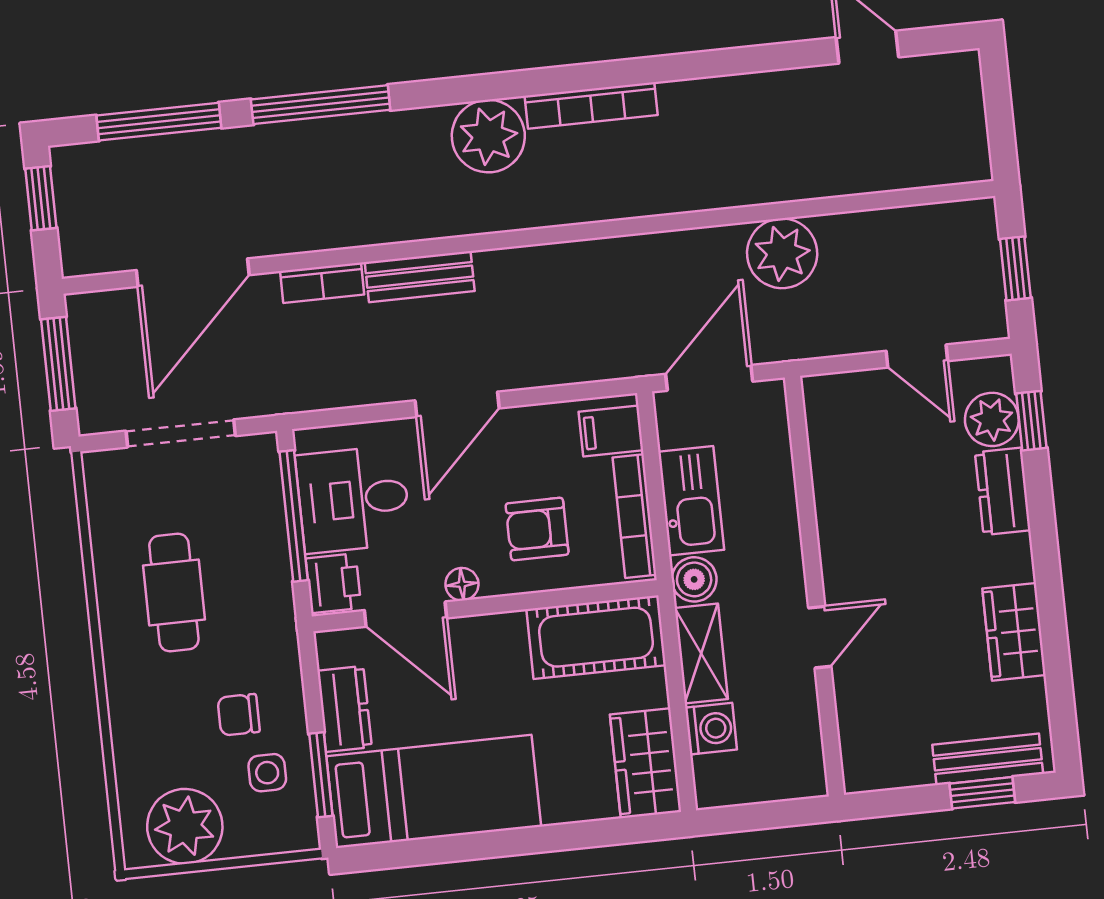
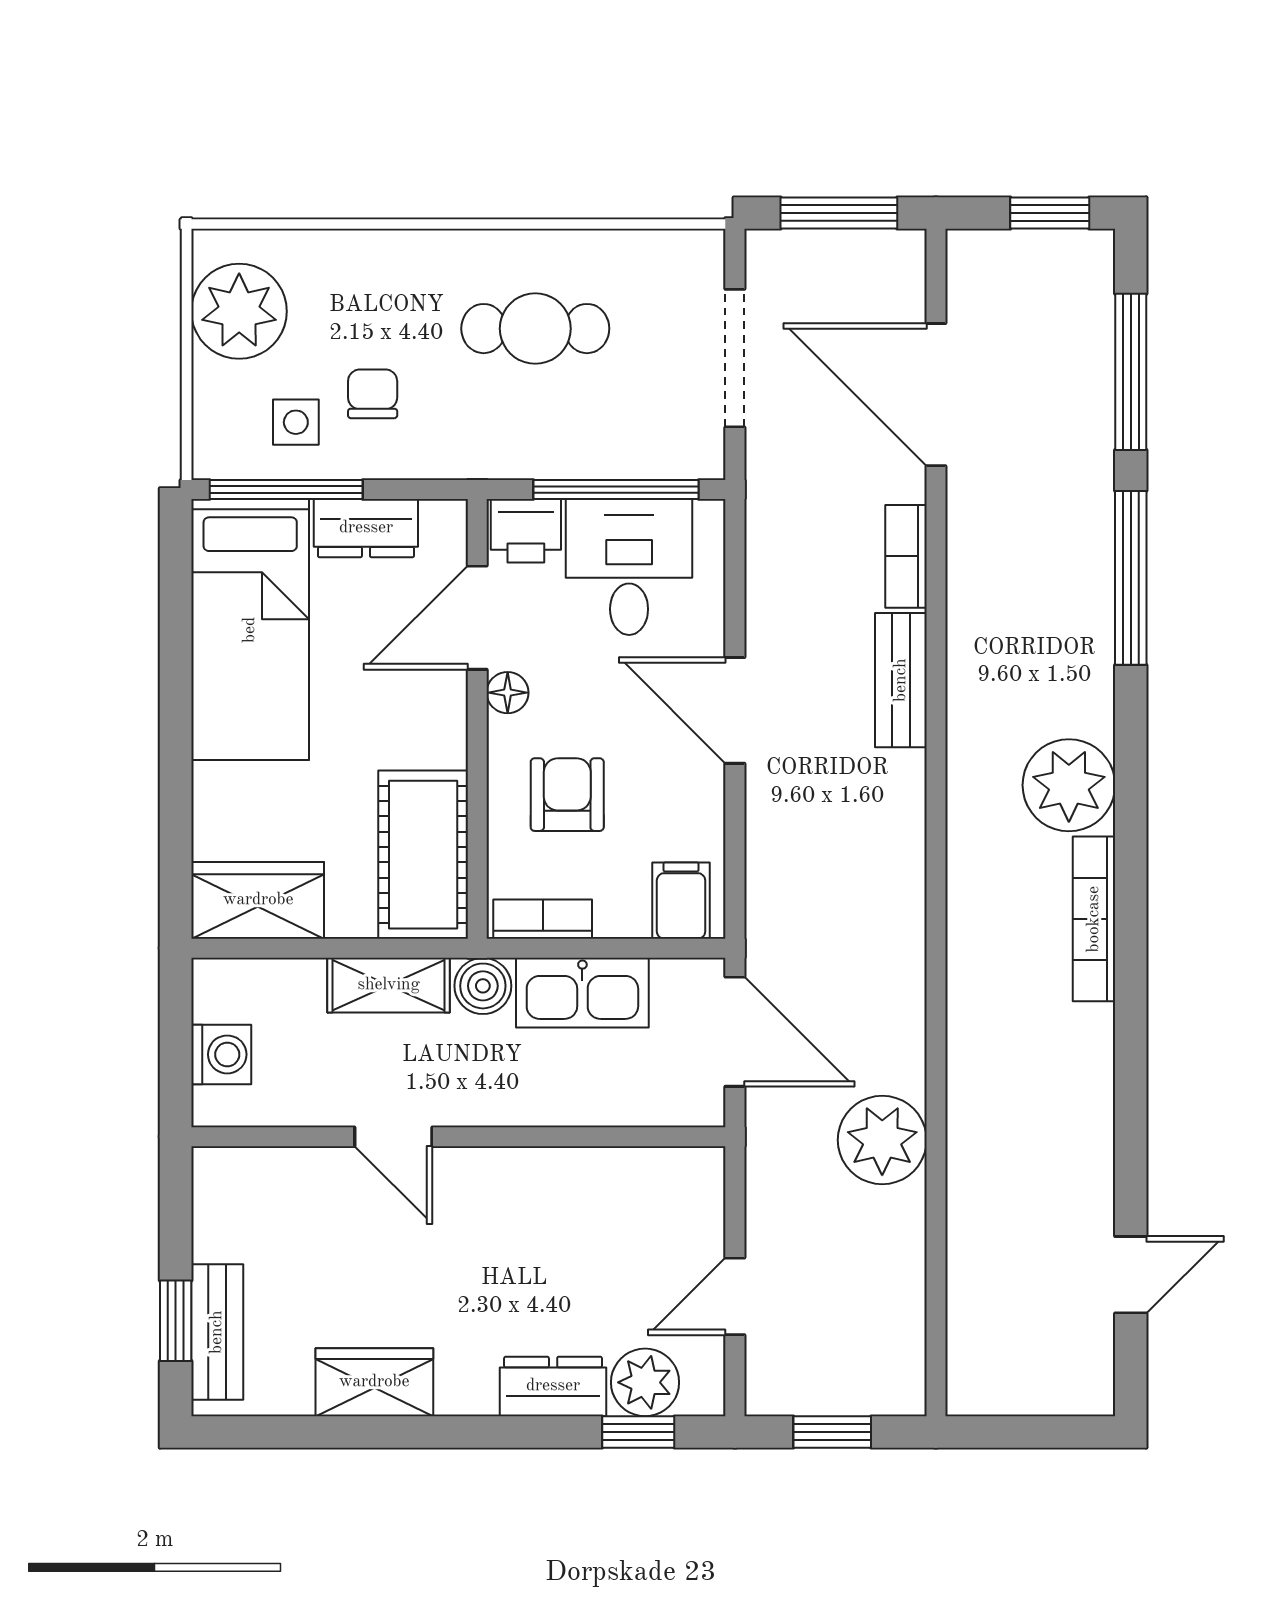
bookcase: (634, 516) -> (543, 919), width x0.64
washing machine: (711, 729) -> (221, 1054), moved, turned -90
window: (321, 775) -> (286, 489), width x1.44

